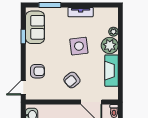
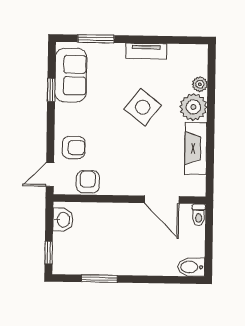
side table: (79, 46) -> (143, 107), turned 45
armchair: (72, 80) -> (88, 182), moved, turned 129

